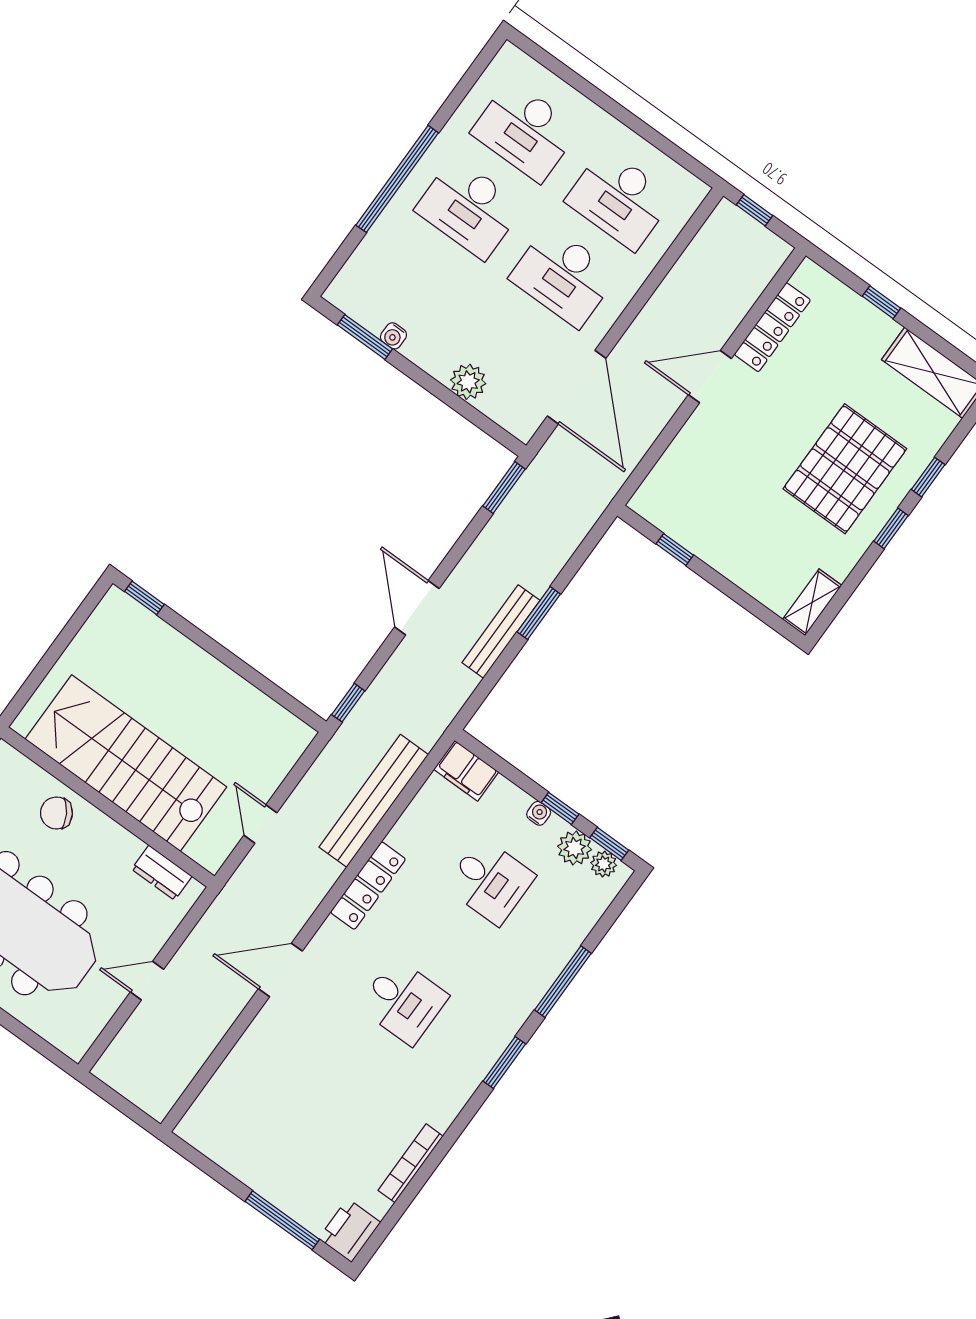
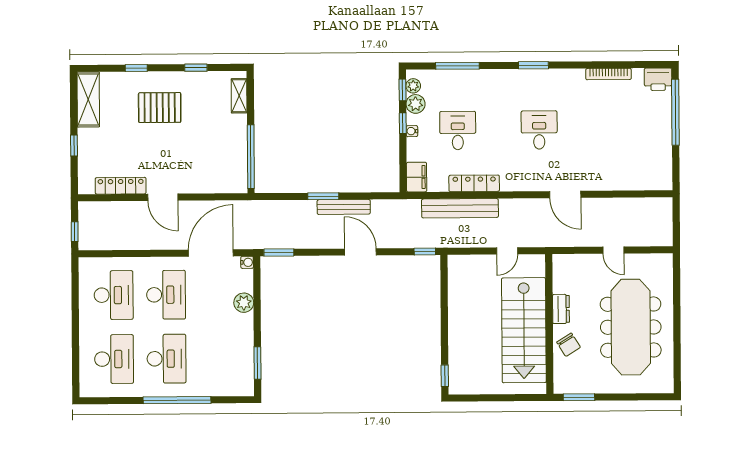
water cooler: (393, 336) -> (247, 262), moved
pallet: (845, 469) -> (160, 108), width x0.73, depth x0.71
window: (891, 528) -> (196, 68), moved
window: (675, 549) -> (251, 157), width x3.17
shelving: (812, 602) -> (239, 96), moved, turned 90
door: (417, 608) -> (360, 252), swing flipped
dresser: (162, 873) -> (561, 309), moved
locker: (368, 886) -> (474, 183), moved
window: (563, 982) -> (457, 66), moved
window: (282, 1220) -> (675, 112), width x1.46

